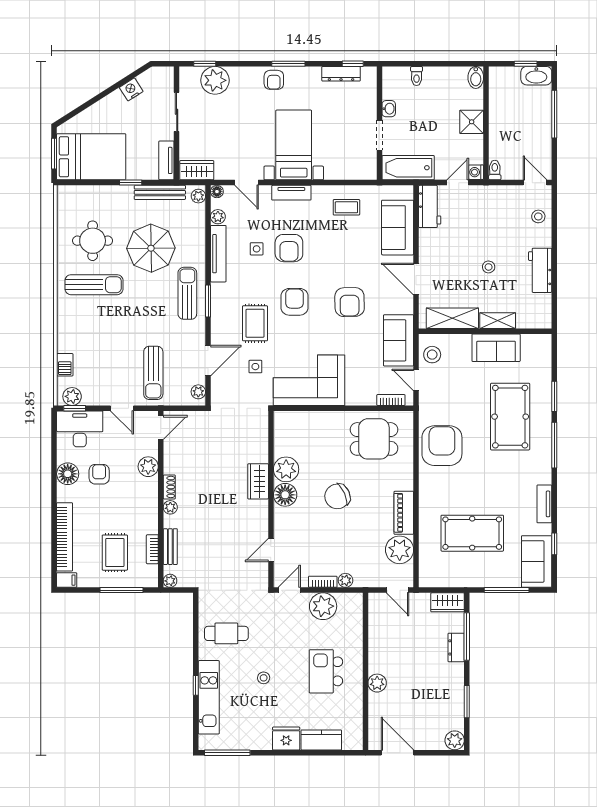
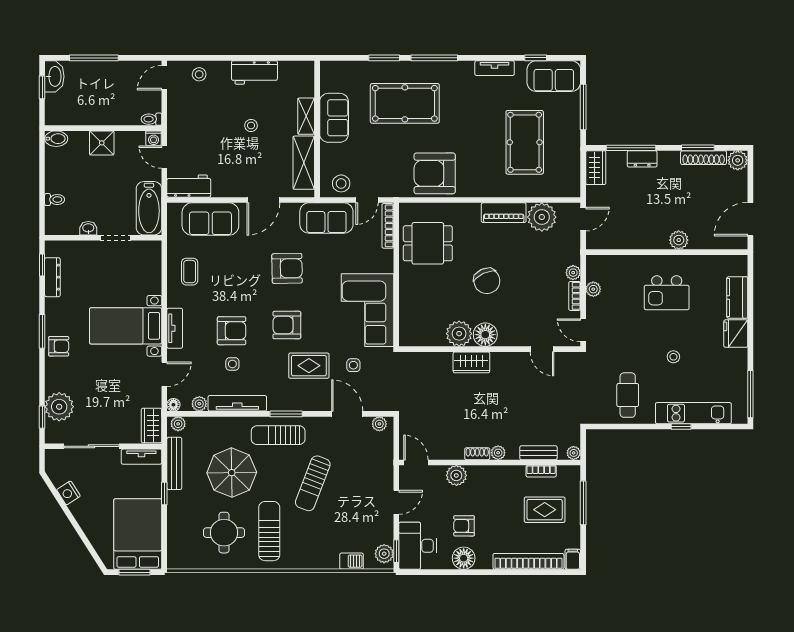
sliding door: (177, 112) -> (92, 446), width x1.37
sun lounger: (153, 373) -> (313, 483), moved, turned 111
bookcase: (391, 400) -> (388, 226), width x1.56
dining table: (374, 439) -> (428, 243), turned 90
plant: (323, 606) -> (593, 289), width x0.53, depth x0.53
shoe rack: (457, 707) -> (704, 158), added

